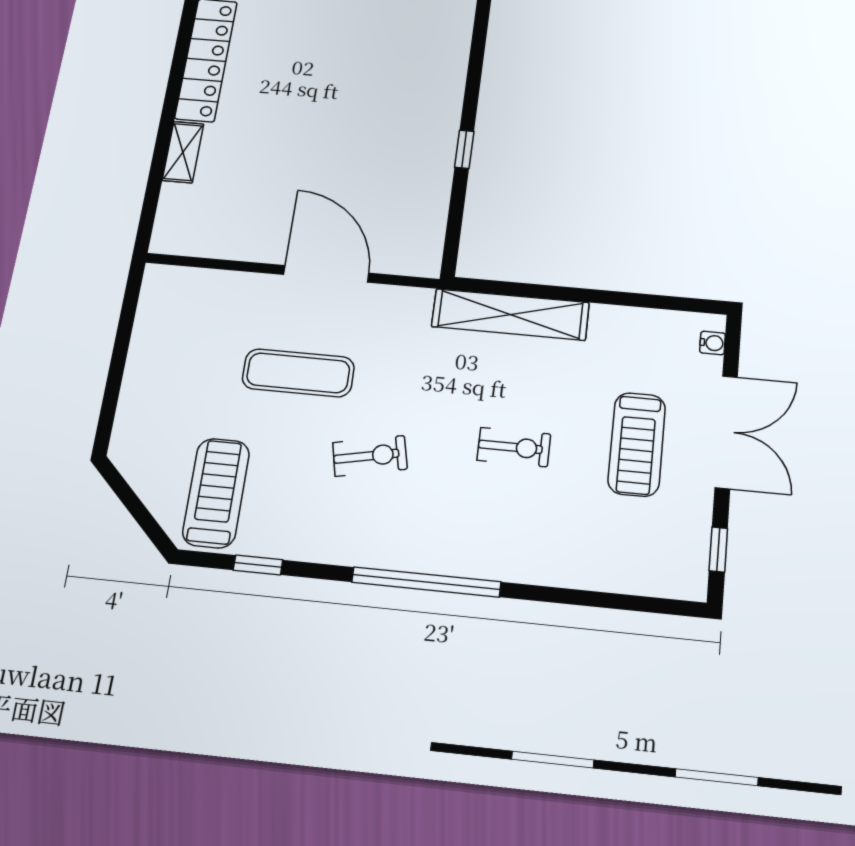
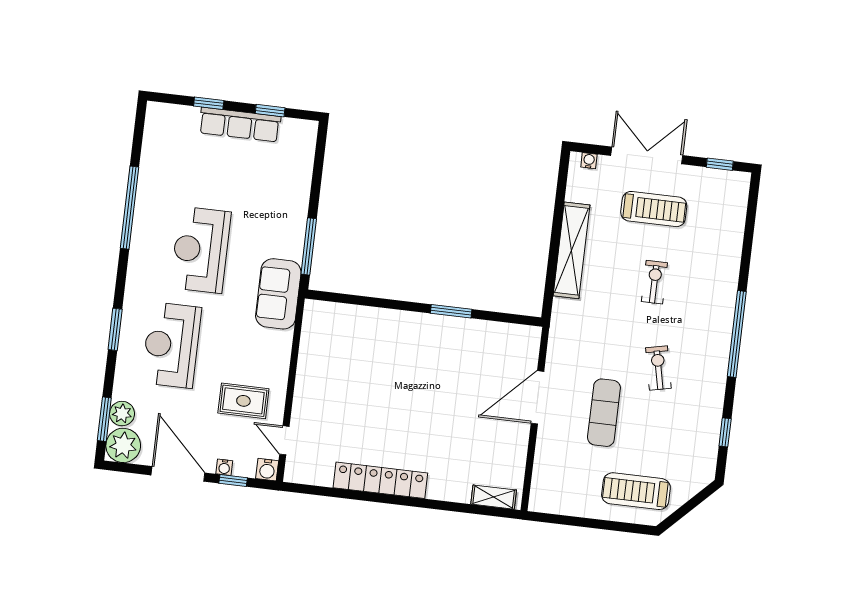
window: (464, 149) -> (451, 311), width x1.50
shelving: (183, 152) -> (494, 497), moved
shelving: (510, 315) -> (571, 250), moved
treadmill: (216, 493) -> (636, 491), moved

